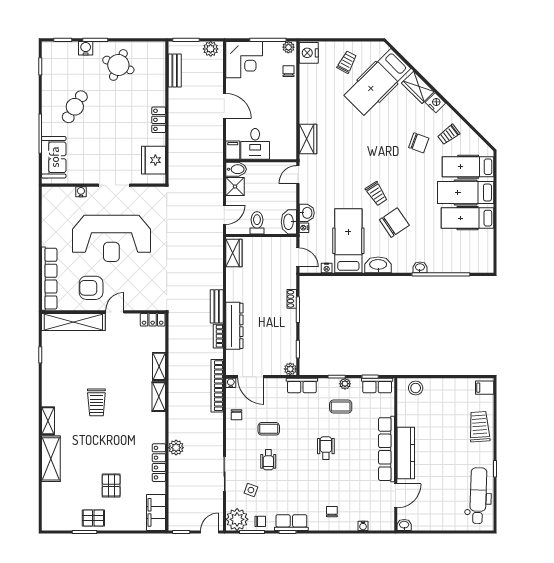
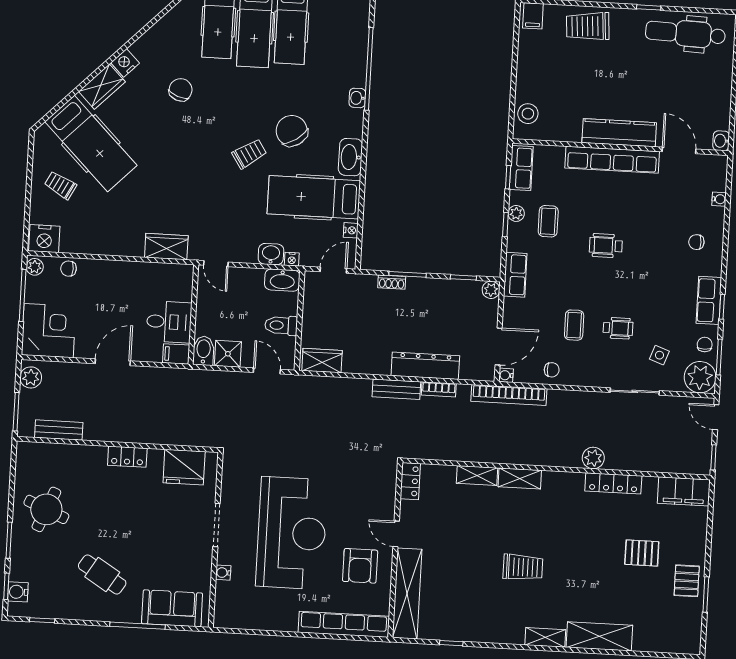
water cooler: (86, 48) -> (18, 592), moved
trolley: (449, 135) -> (171, 47), removed

